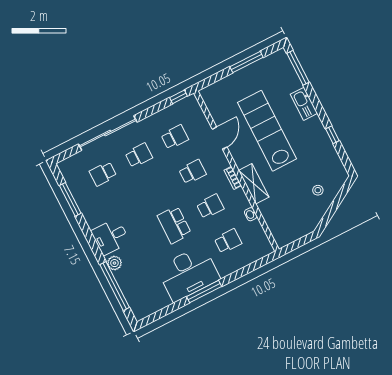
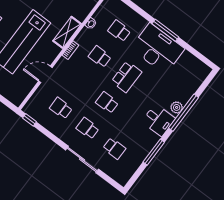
sliding door: (108, 133) -> (82, 160), width x0.73
school desk: (192, 172) -> (107, 103), moved
window: (70, 199) -> (154, 152), moved
window: (115, 286) -> (183, 113), moved

